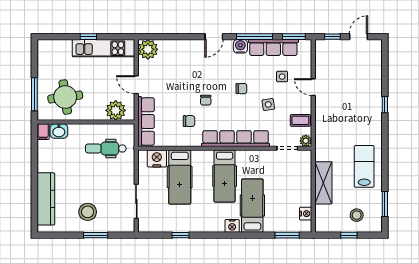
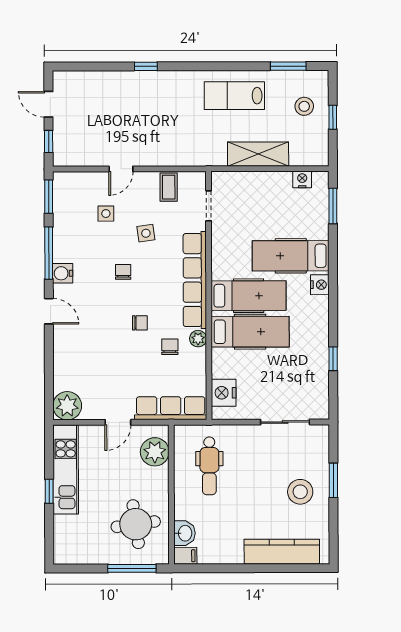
row of seats: (273, 47) -> (64, 226), removed
plant: (306, 141) -> (198, 339), moved
hospital bed: (180, 177) -> (250, 332), moved

